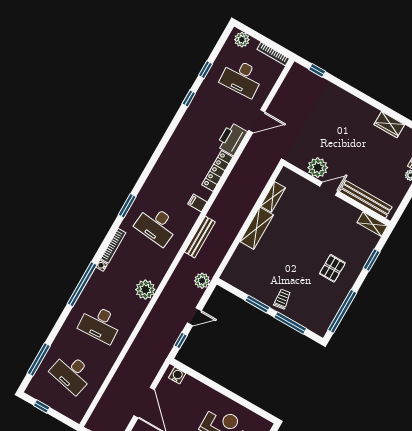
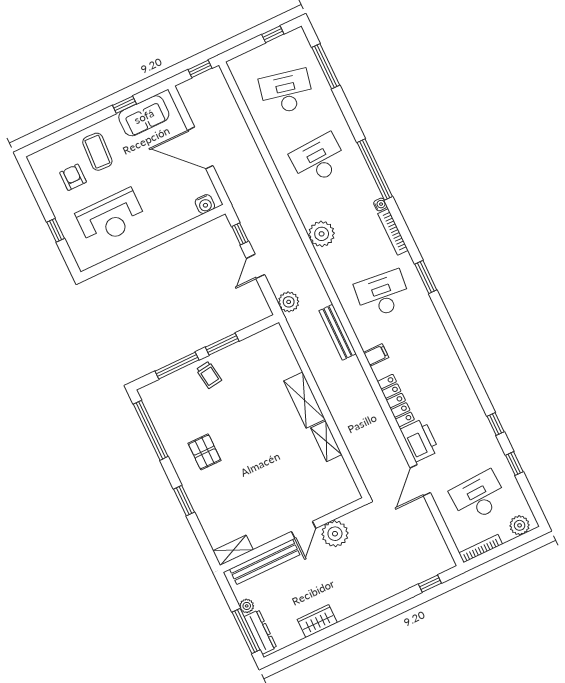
plant: (318, 168) -> (335, 534), moved
door: (329, 189) -> (304, 530), moved
wall: (337, 193) -> (293, 535), moved
bench: (366, 199) -> (265, 562), moved
shelving: (372, 224) -> (233, 550), moved

